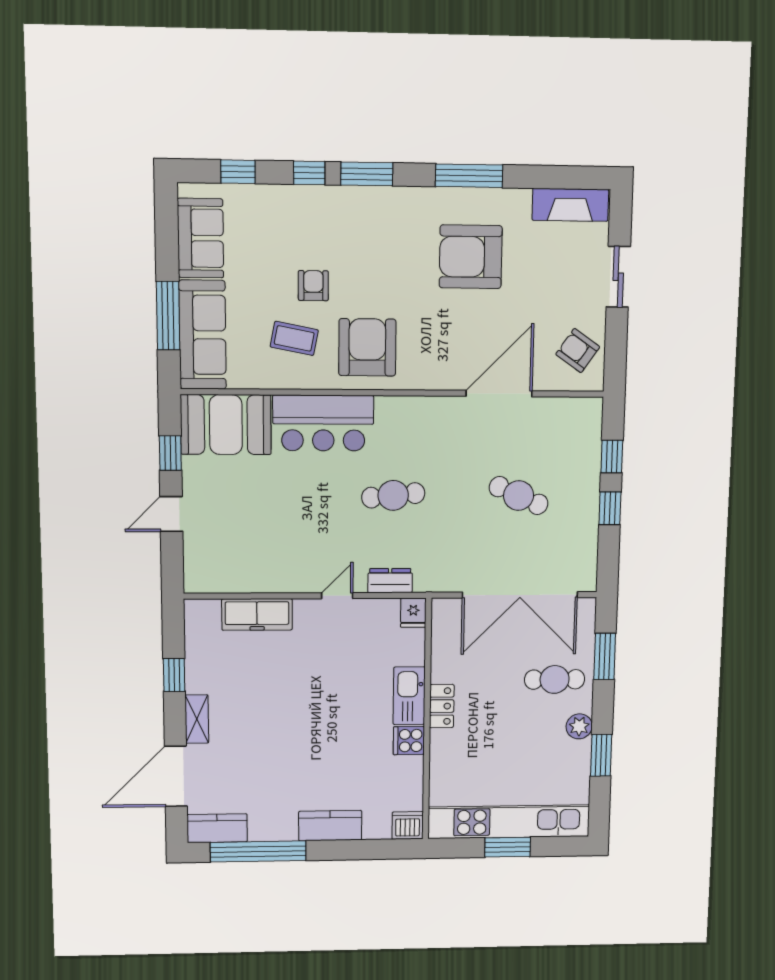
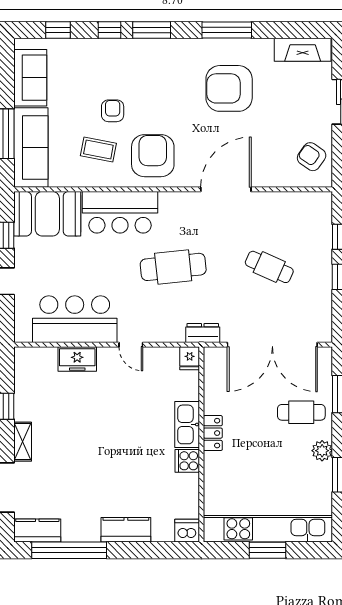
door: (499, 394) -> (226, 189), moved
cafe table: (393, 495) -> (173, 267), width x1.37, depth x1.35
bar counter: (263, 563) -> (75, 319), added
dresser: (390, 581) -> (203, 333), moved
door: (337, 596) -> (131, 345), swing flipped
freezer: (257, 614) -> (77, 359), width x0.71

